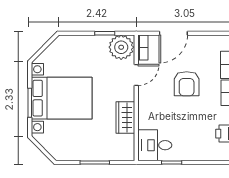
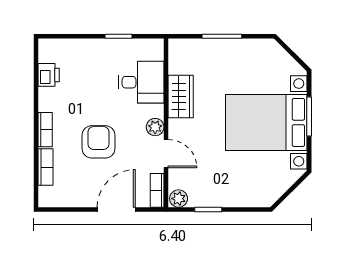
plant: (121, 47) -> (179, 199), width x0.53, depth x0.53
door: (136, 75) -> (166, 154), swing flipped
plant: (144, 95) -> (155, 127), added
desk: (155, 145) -> (141, 82), moved

